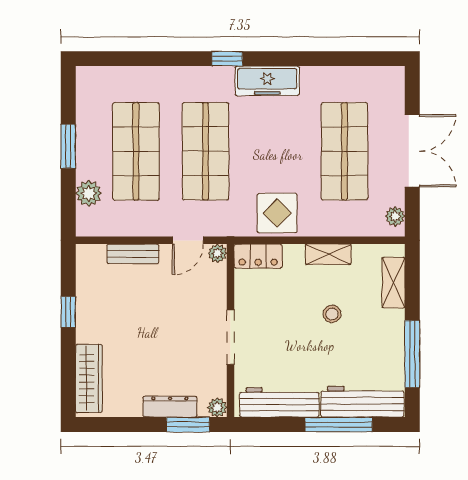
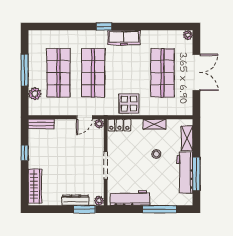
window: (68, 146) -> (25, 70), width x1.44
plant: (395, 216) -> (188, 35), moved
bench: (133, 254) -> (41, 124), moved
workbench: (362, 402) -> (185, 173), moved, turned -90

